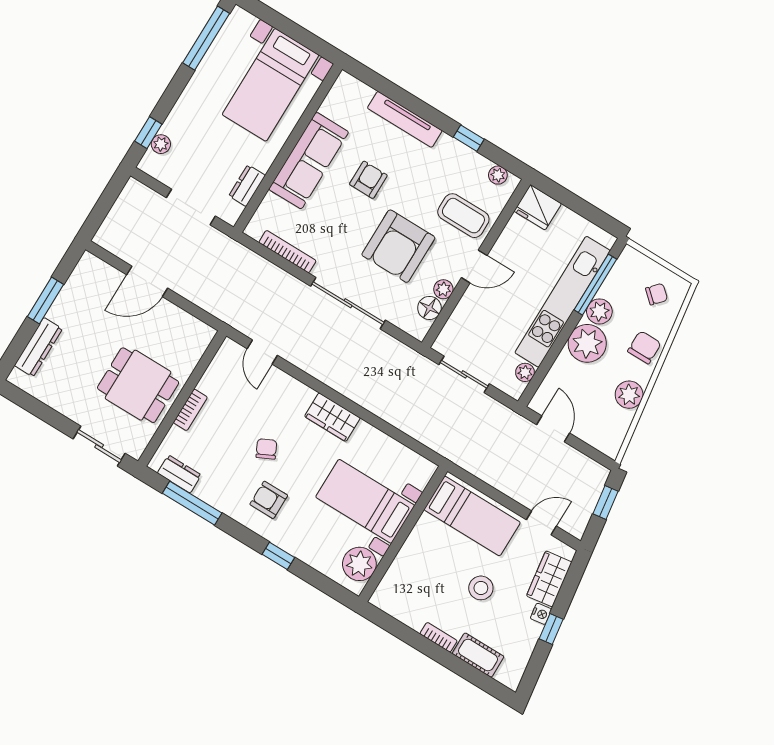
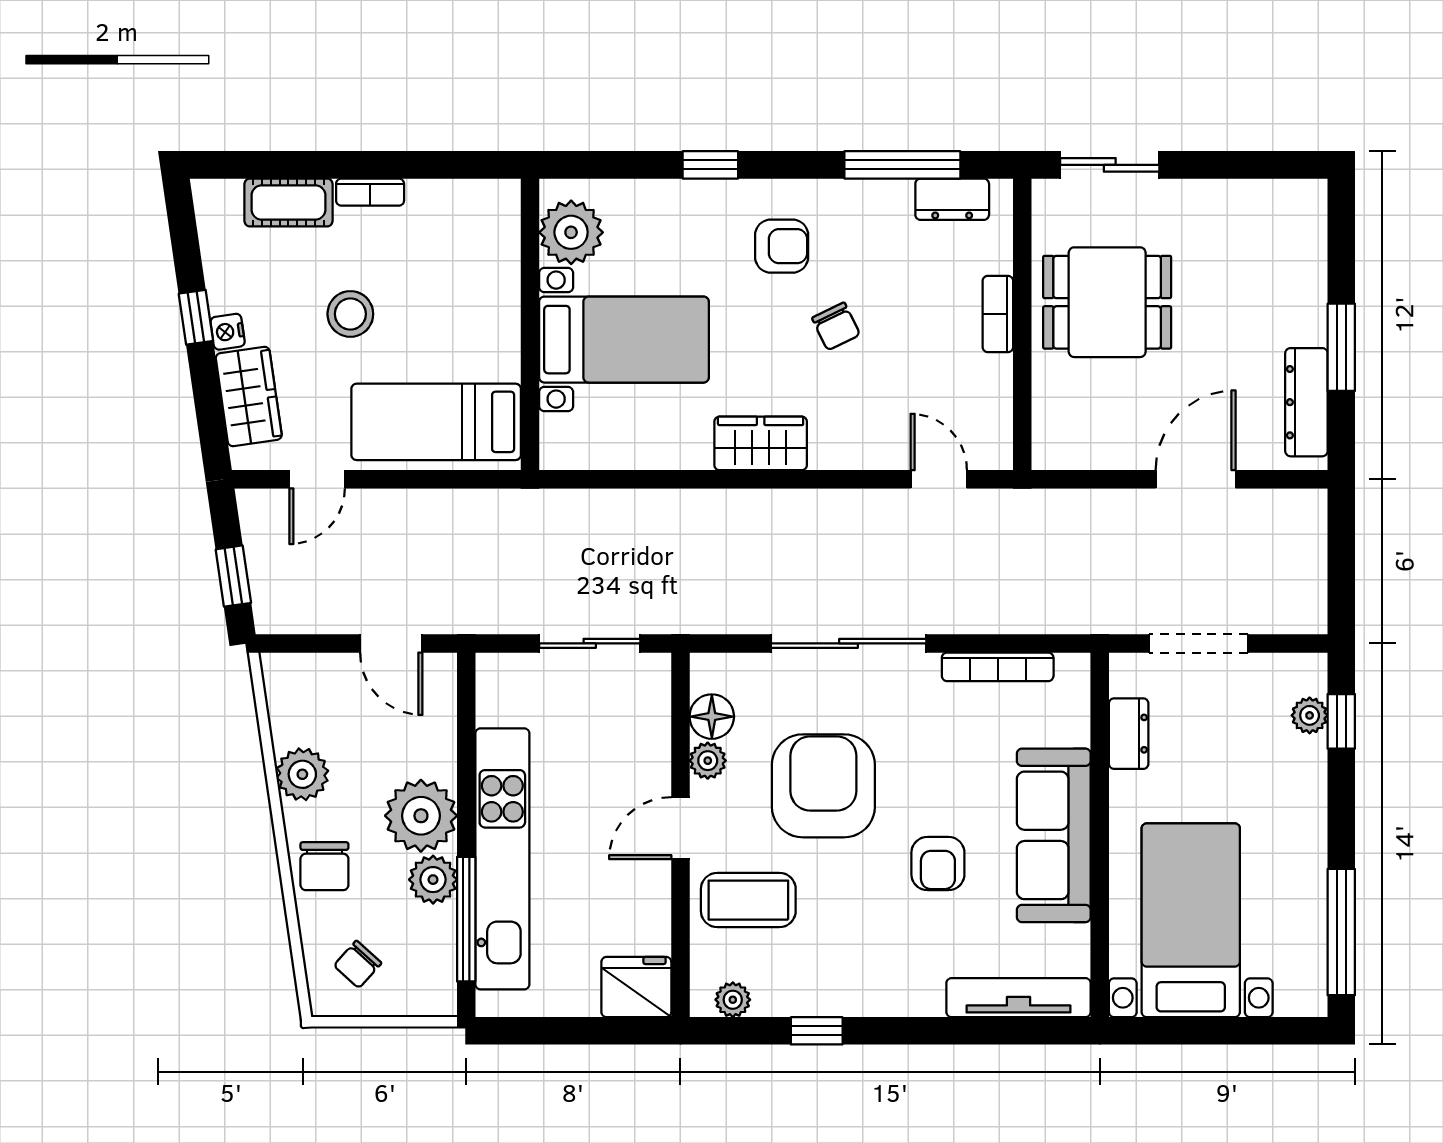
tv unit: (405, 119) -> (1018, 998), moved
dresser: (38, 347) -> (1306, 402), moved
plant: (525, 372) -> (493, 707), removed

